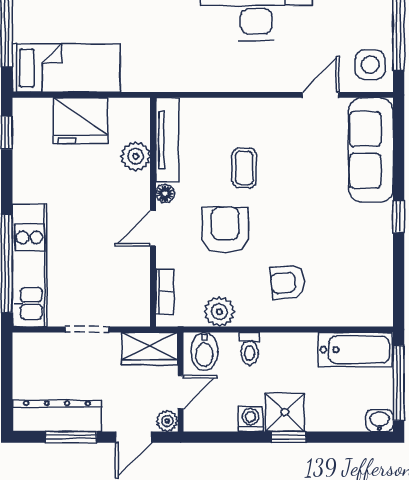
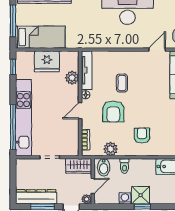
armchair: (225, 230) -> (113, 111), turned 180
kitchen unit: (30, 266) -> (23, 118), width x1.36
armchair: (288, 282) -> (142, 135), turned 96

